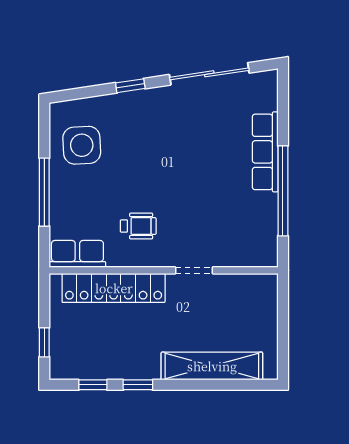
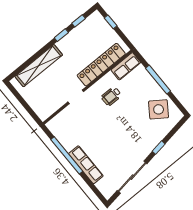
side table: (82, 145) -> (159, 109), turned 38

